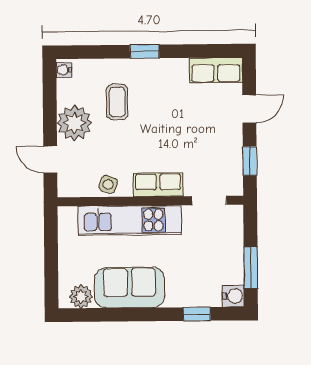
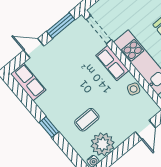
plant: (74, 123) -> (103, 144), moved
window: (250, 161) -> (61, 25), width x1.50
doorway: (209, 201) -> (99, 30), width x1.38

